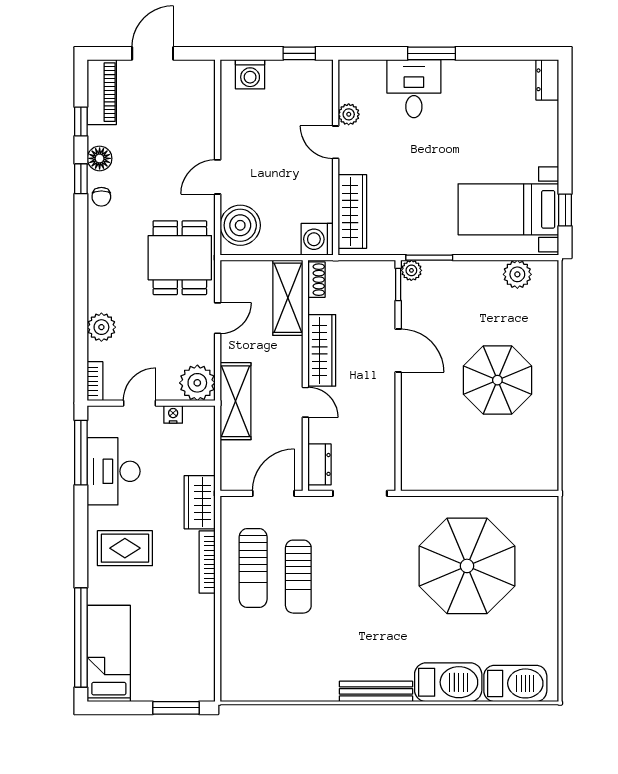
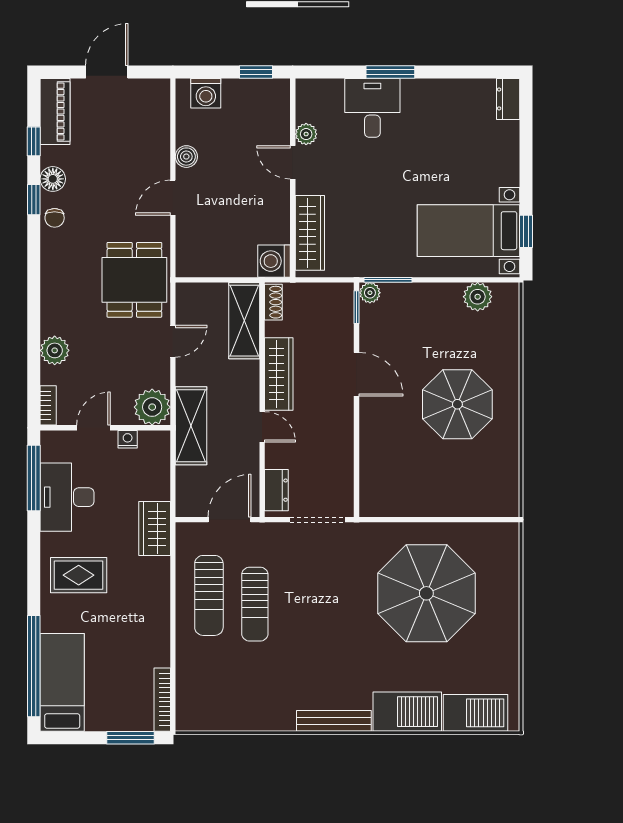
boiler: (240, 225) -> (186, 157), moved, width x0.54, depth x0.54
bookcase: (207, 562) -> (162, 700), moved

